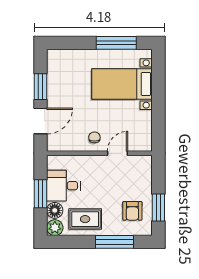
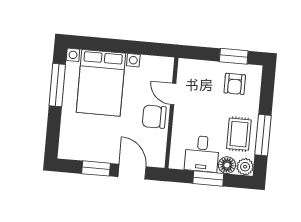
bed with nightstands: (122, 84) -> (101, 83), width x1.36
chair: (94, 137) -> (154, 117), width x1.87, depth x1.87
armchair: (132, 211) -> (235, 84), turned 90
window: (114, 242) -> (263, 135), moved

